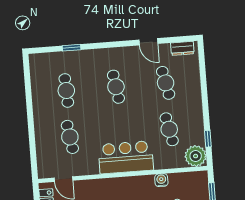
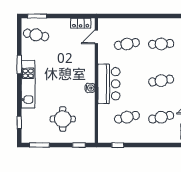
plant: (196, 156) -> (106, 135), removed
water cooler: (161, 180) -> (90, 88), moved

